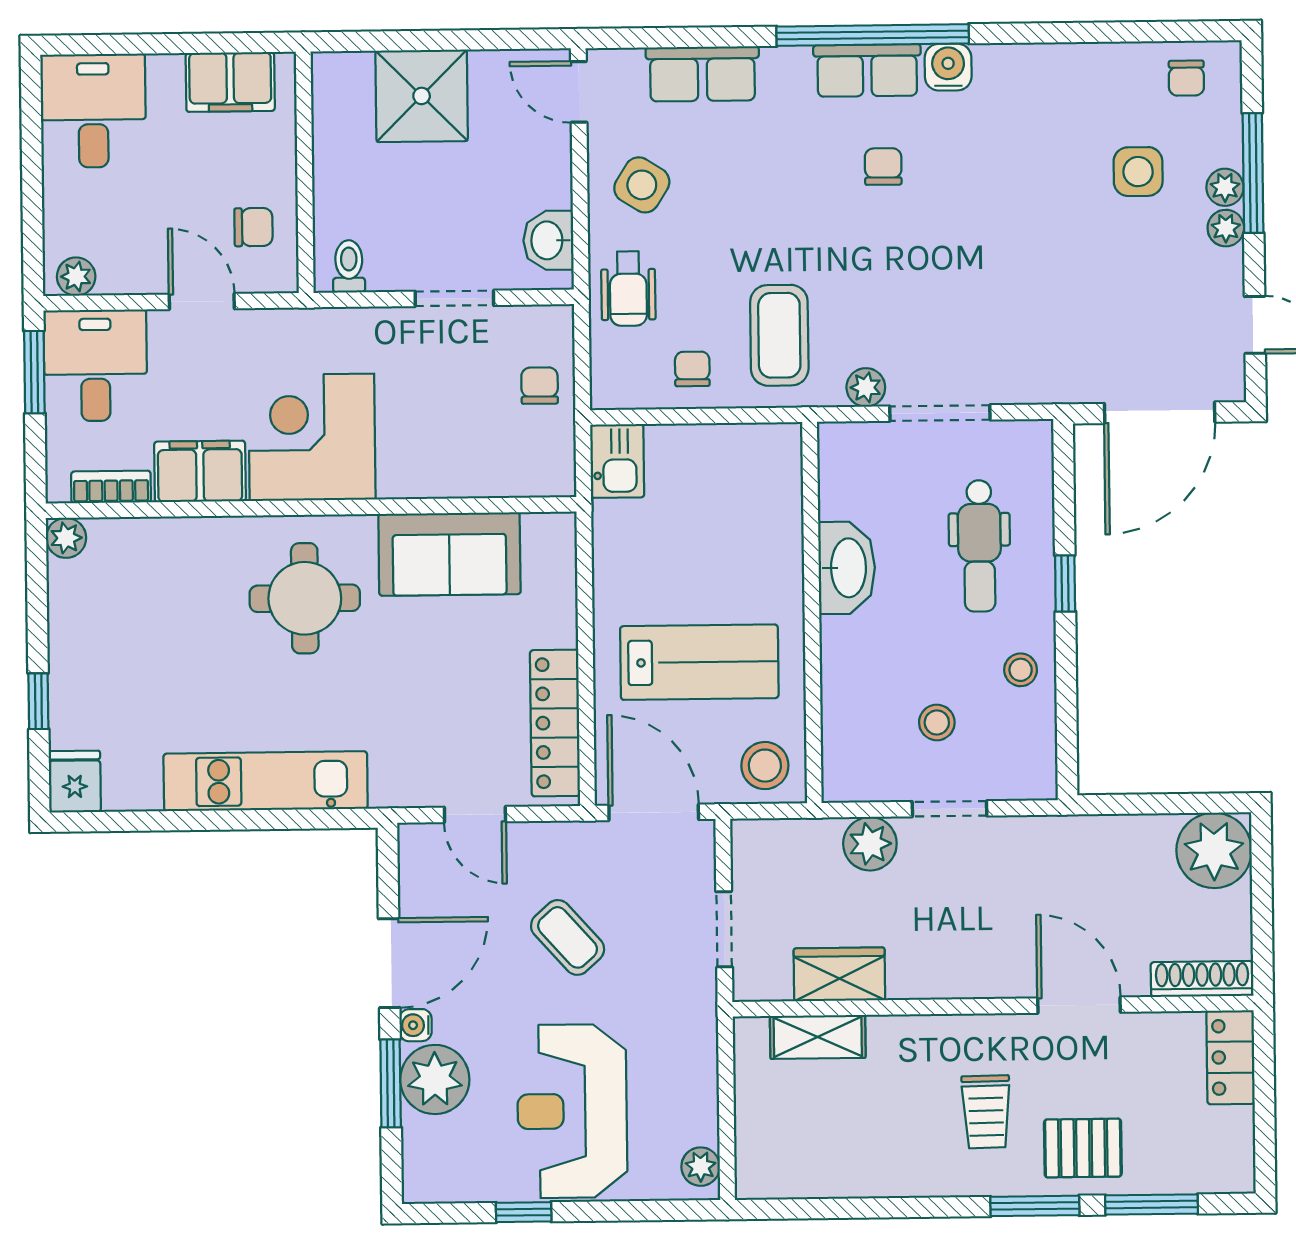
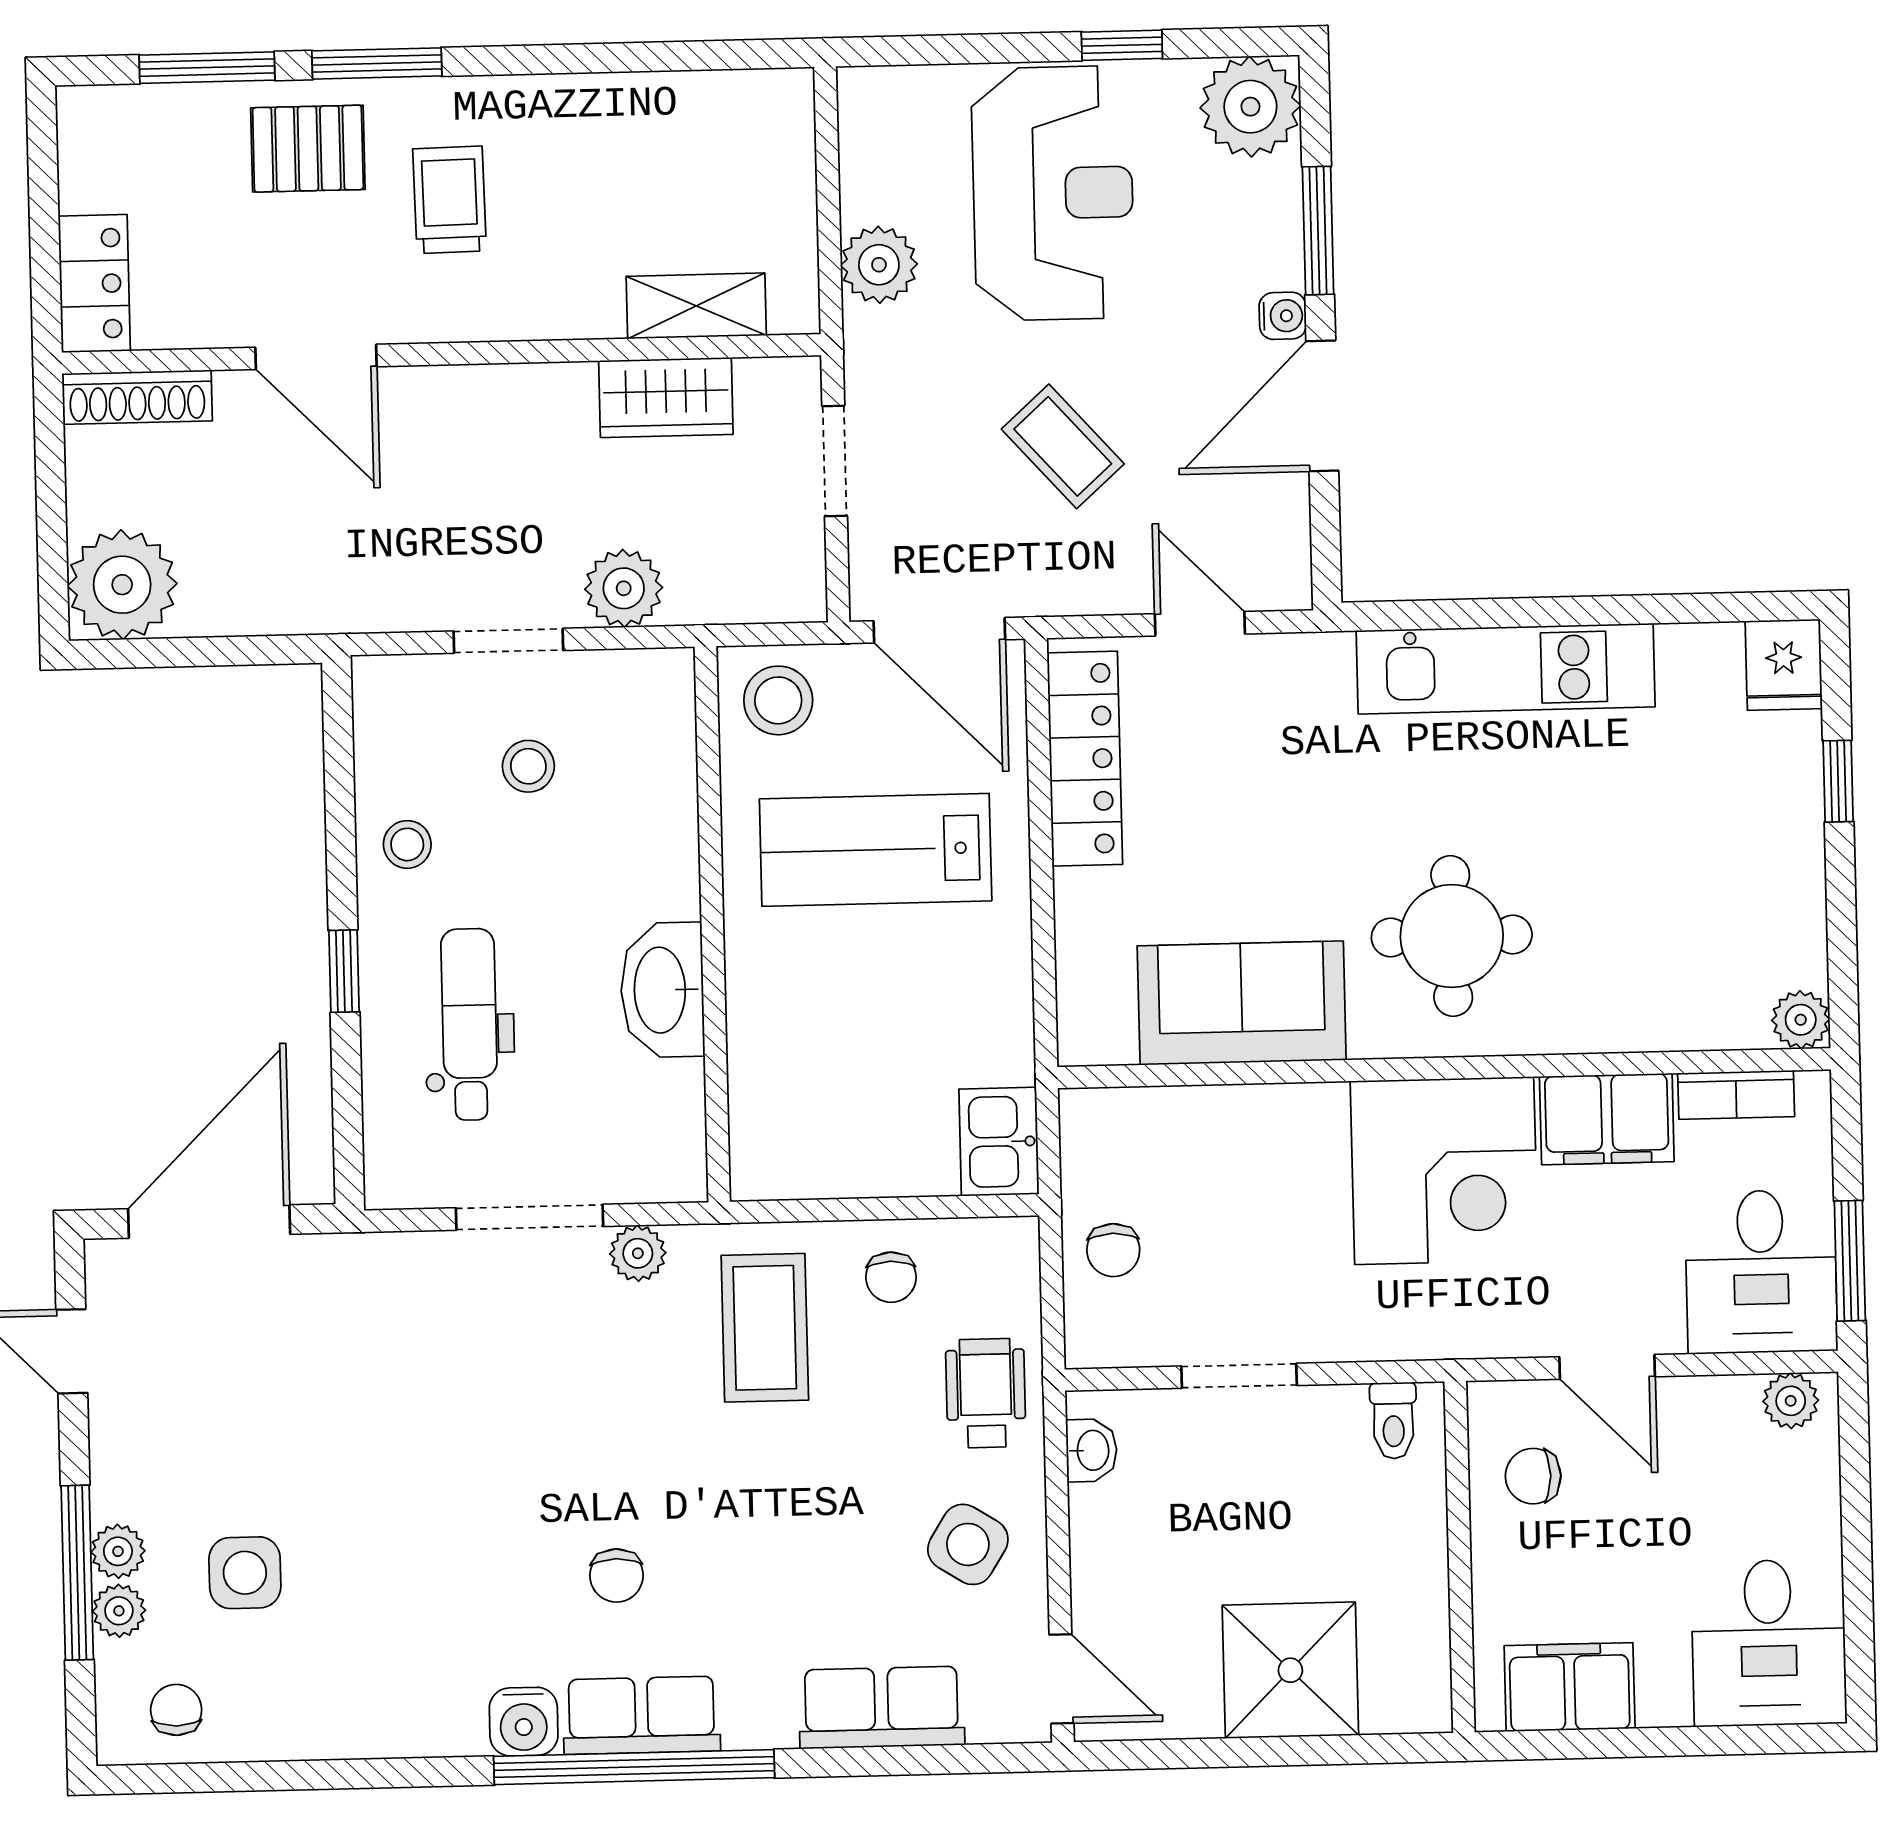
plant: (1226, 228) -> (119, 1611), moved
washbasin: (548, 240) -> (1092, 1450), width x0.72, depth x0.69
plant: (435, 1079) -> (1250, 107), moved
plant: (701, 1167) -> (879, 265), moved, width x1.38, depth x1.38

